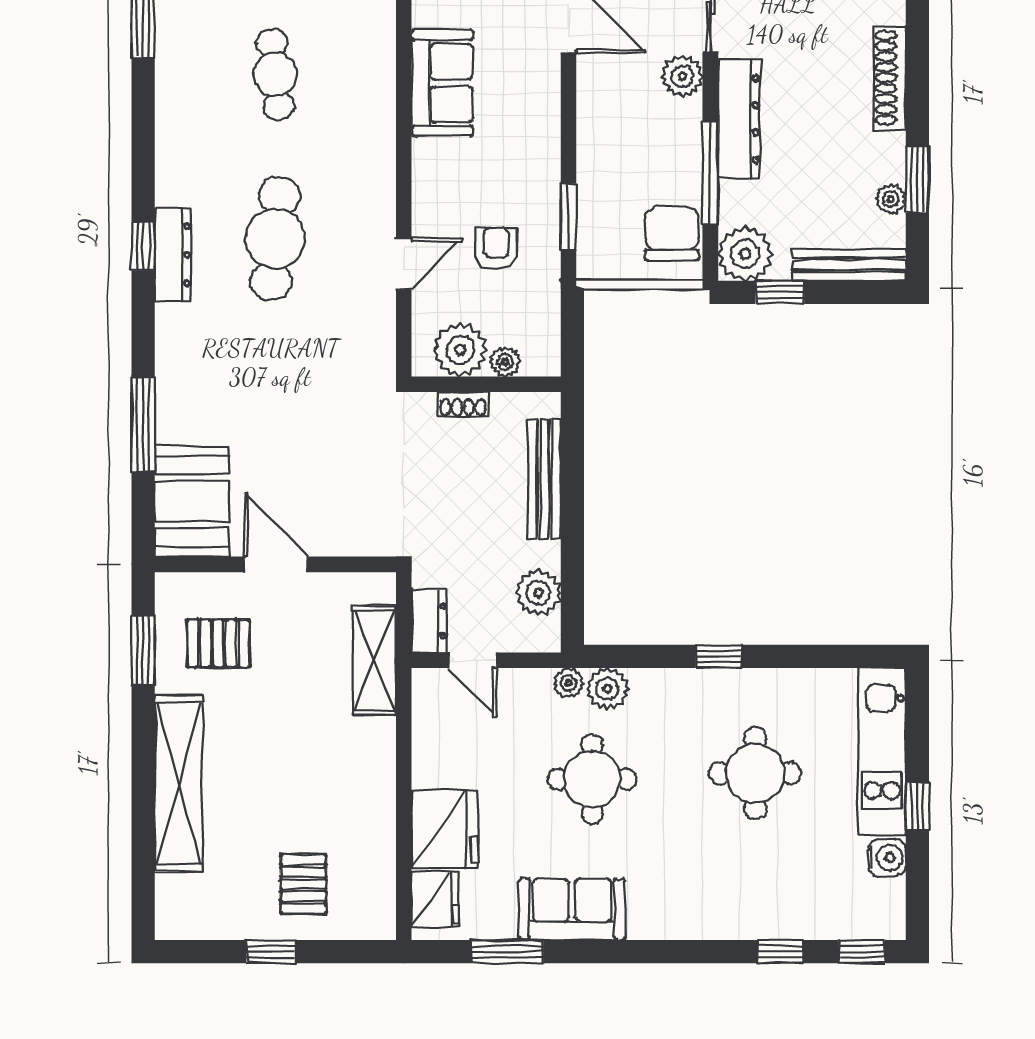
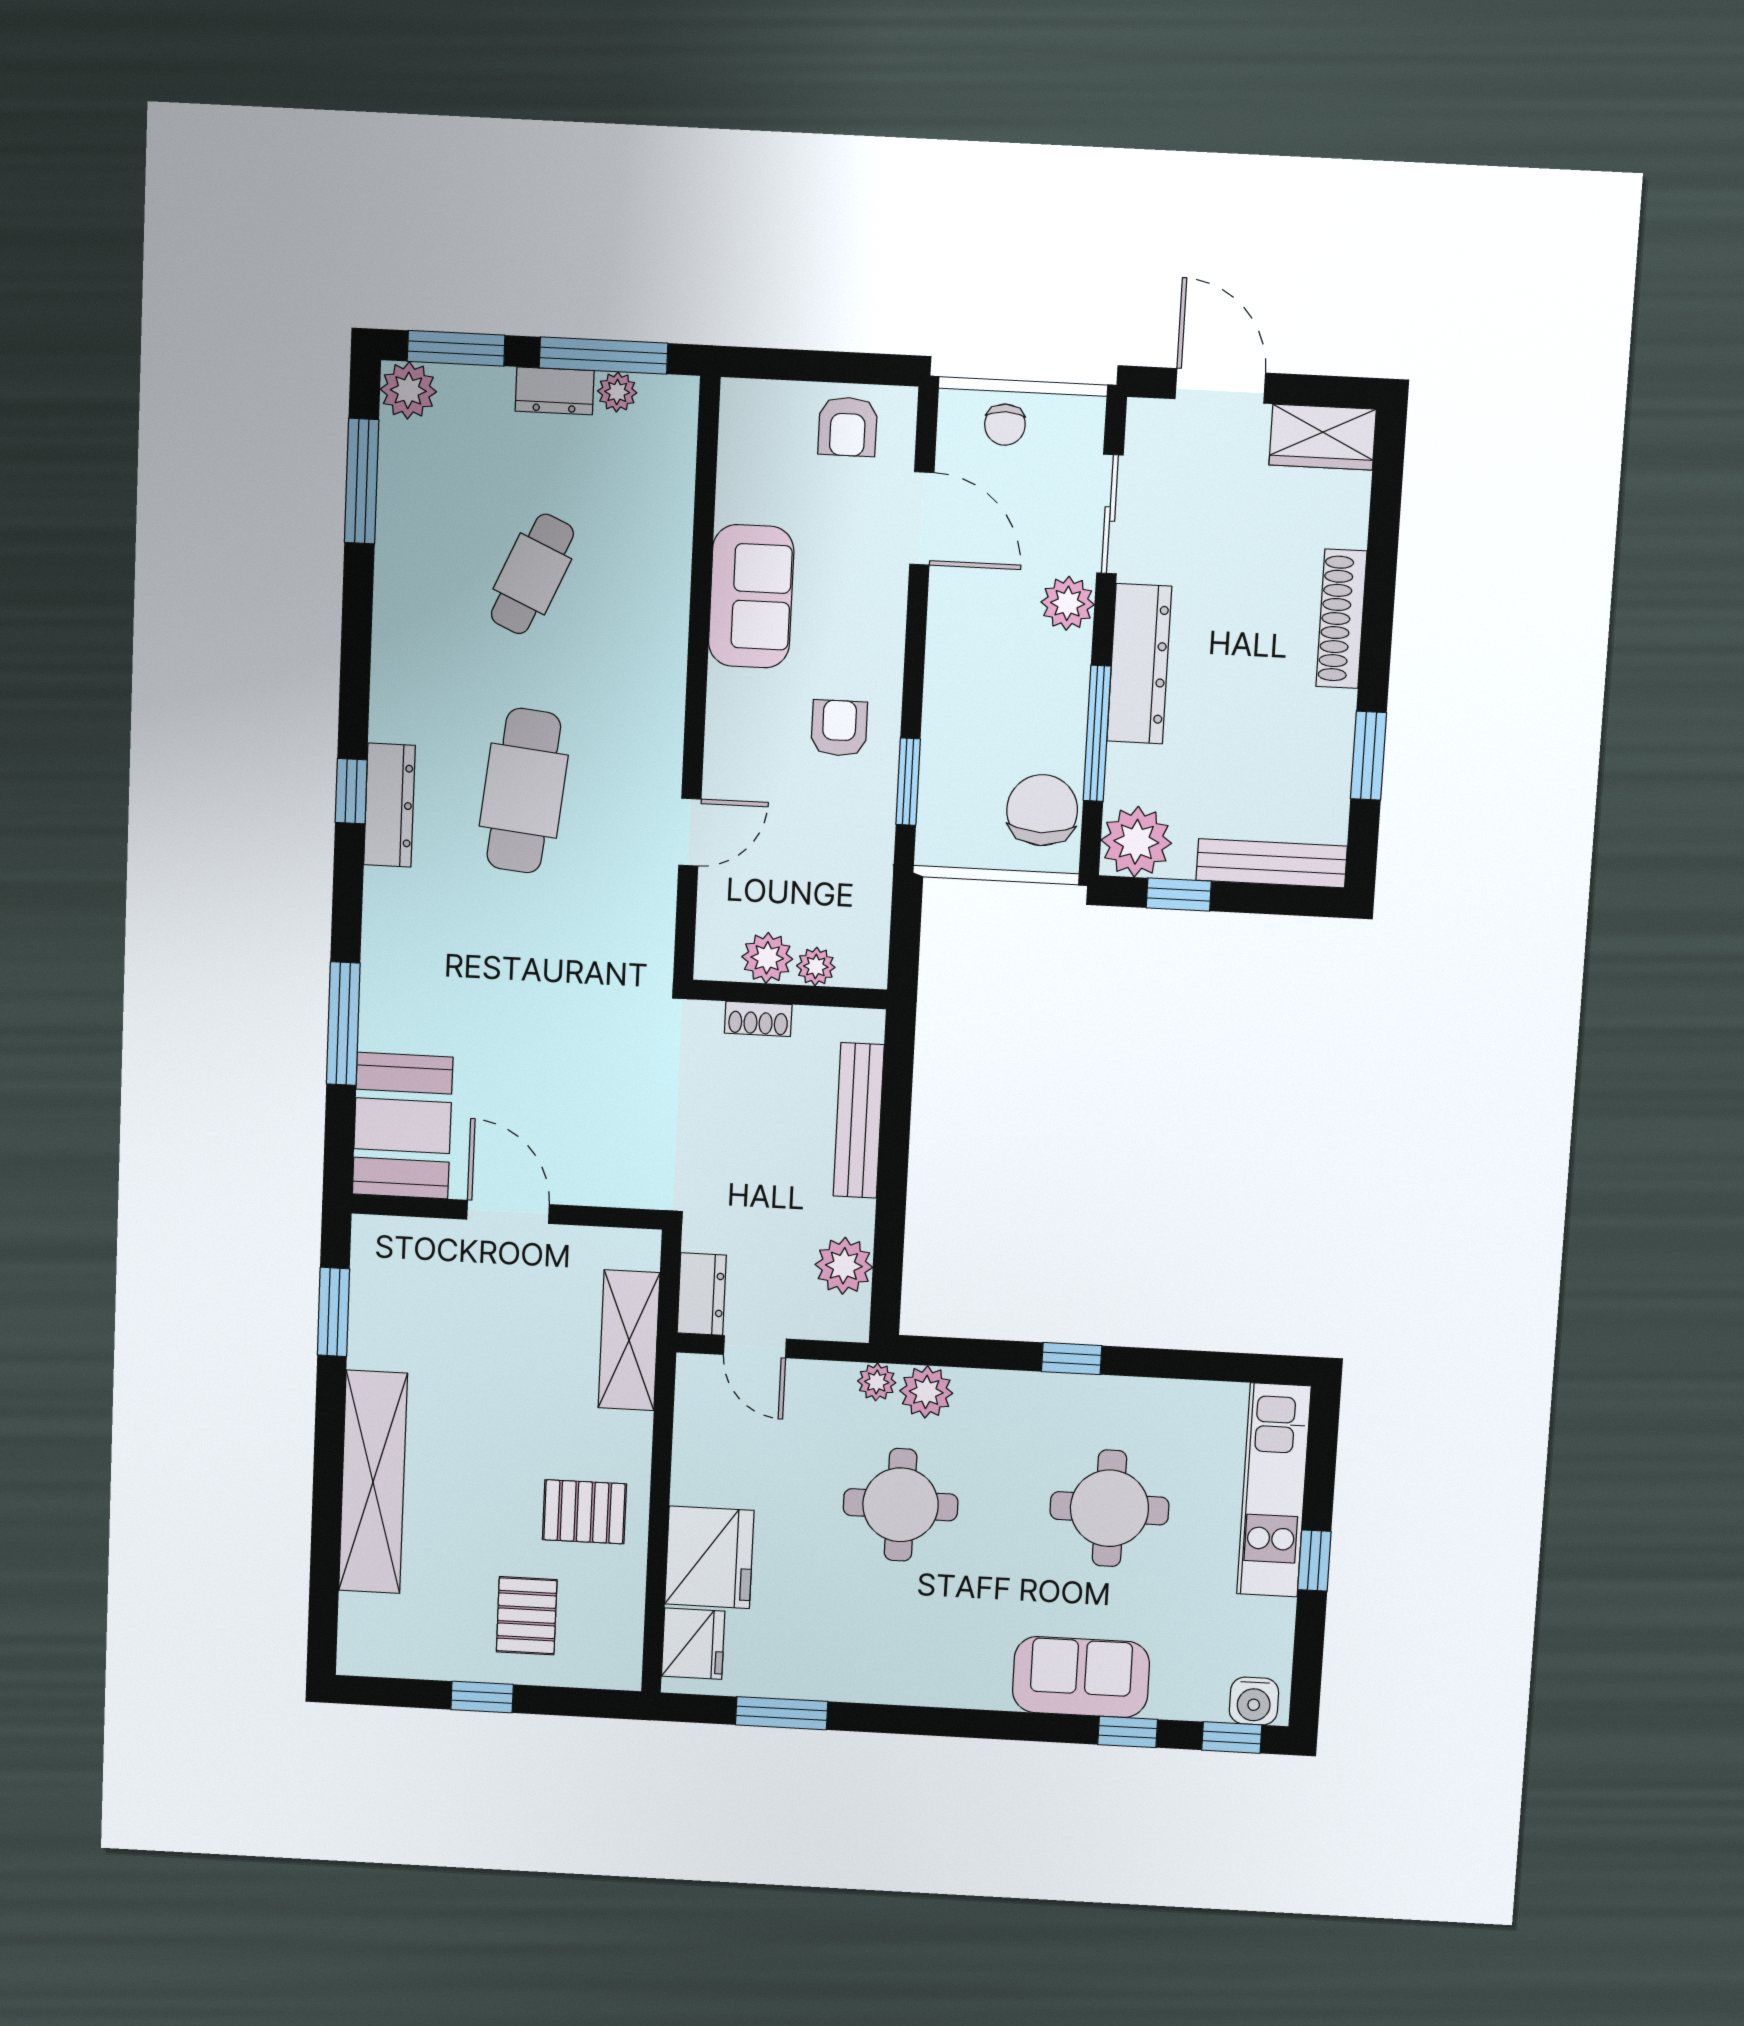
cafe table: (275, 74) -> (532, 574), turned 30
plant: (891, 199) -> (1332, 780), removed
armchair: (496, 249) -> (839, 728), moved
plant: (460, 350) -> (767, 958), width x0.73, depth x0.73
pallet: (218, 643) -> (584, 1512), moved
water cooler: (887, 858) -> (1254, 1701), moved, turned 90
sofa: (572, 909) -> (1081, 1677), moved

